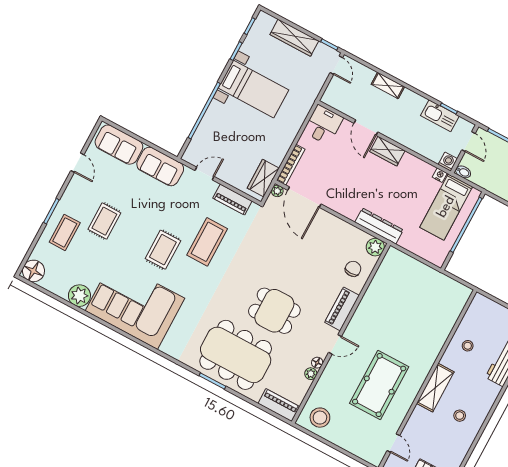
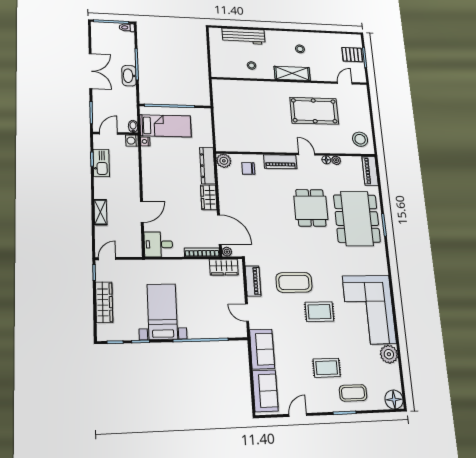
wardrobe: (387, 151) -> (209, 197), moved, turned 180
door: (304, 197) -> (219, 230), hinge flipped

